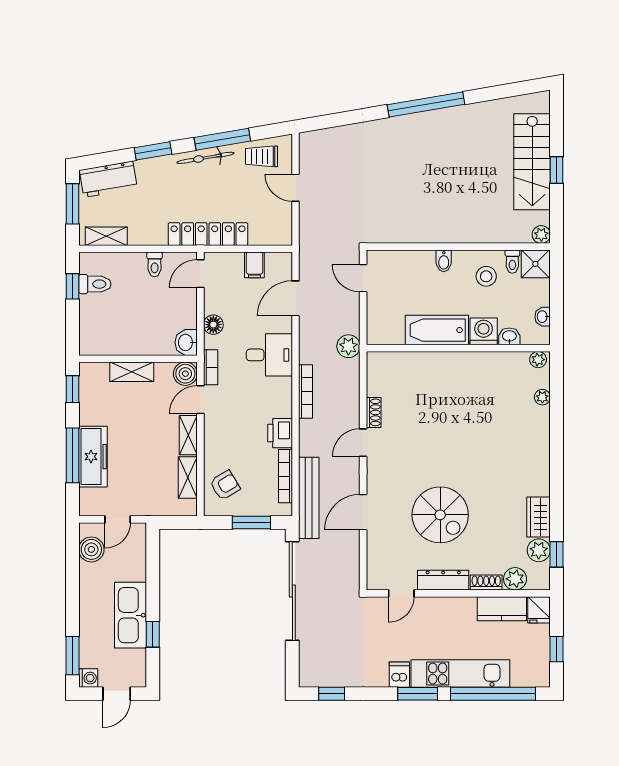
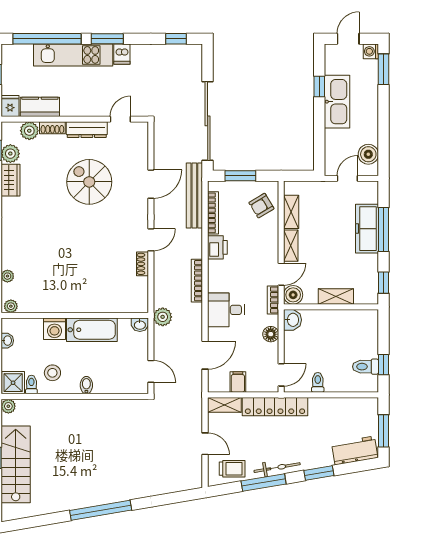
shelving: (106, 236) -> (224, 405), moved
washbasin: (509, 336) -> (140, 325), moved

